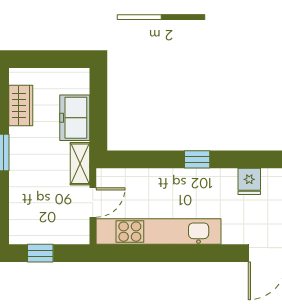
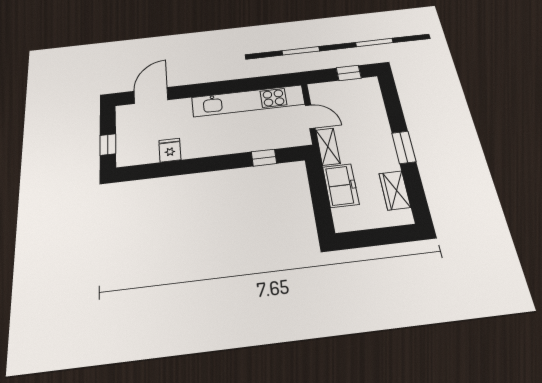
window: (197, 159) -> (264, 158), moved
door: (93, 203) -> (310, 117), swing flipped

